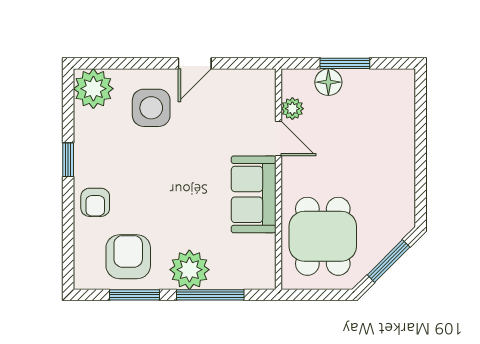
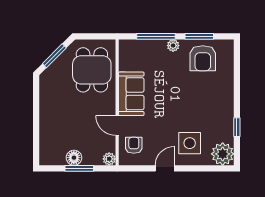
floor lamp: (328, 82) -> (74, 158), moved
plant: (292, 109) -> (109, 159), moved
window: (68, 160) -> (237, 127), moved
armchair: (95, 202) -> (134, 145), moved
plant: (189, 270) -> (173, 46), width x0.53, depth x0.53

